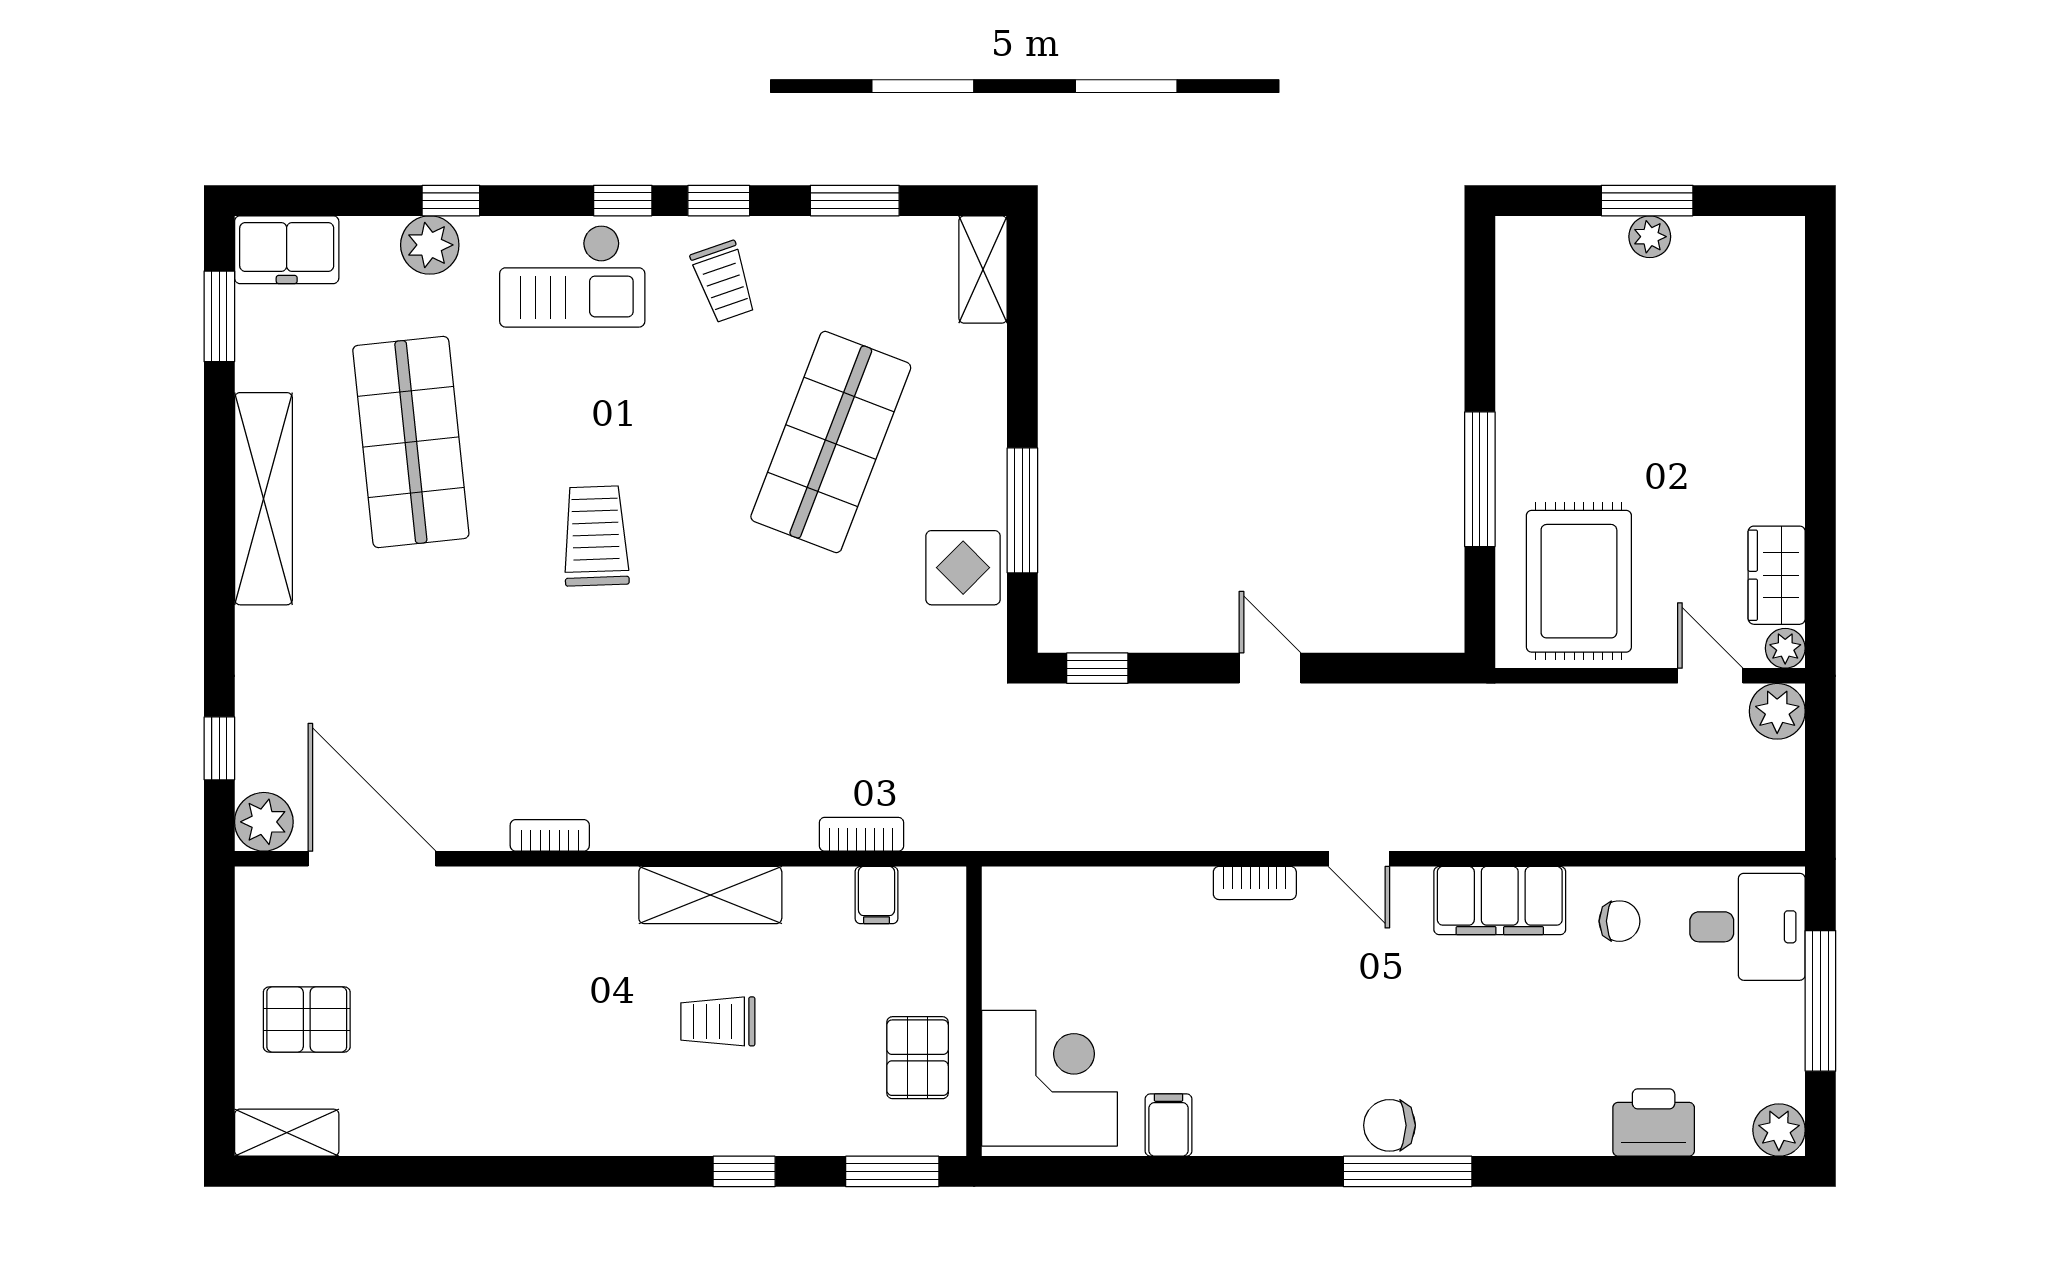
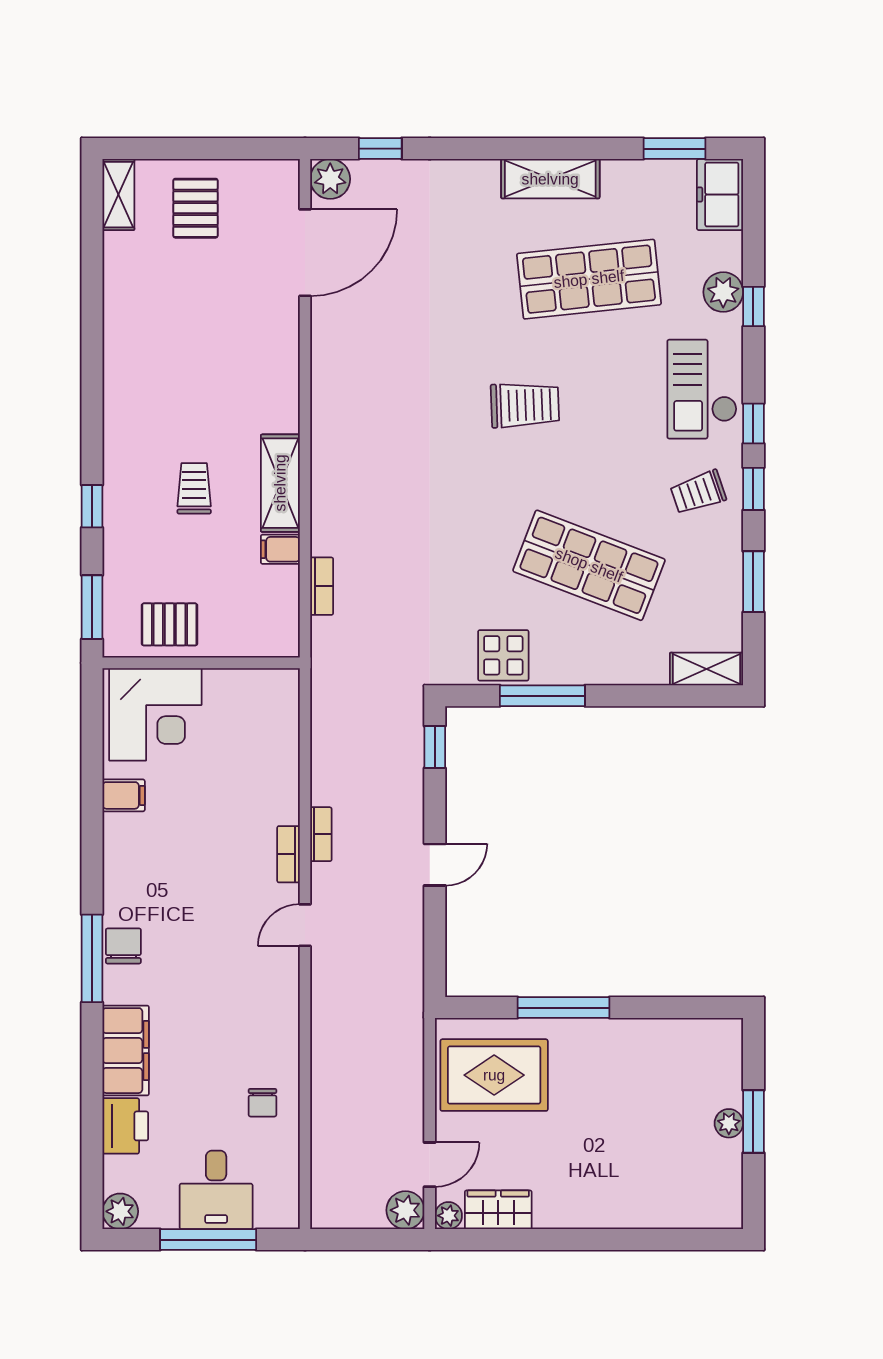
shelving: (263, 499) -> (550, 179), width x0.68
bookcase: (550, 835) -> (321, 834), moved
filing cabinet: (877, 895) -> (280, 549), moved
filing cabinet: (1500, 901) -> (126, 1051), moved, turned 180
desk: (1747, 927) -> (216, 1190), moved

